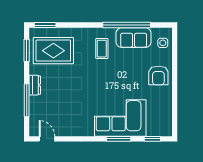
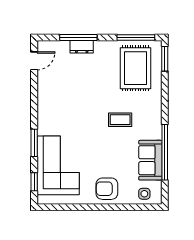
coffee table: (102, 49) -> (120, 120), moved
window: (27, 50) -> (136, 37), width x1.44
dresser: (35, 85) -> (82, 47), moved
corner sofa: (120, 118) -> (58, 165), moved

